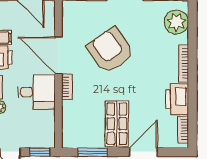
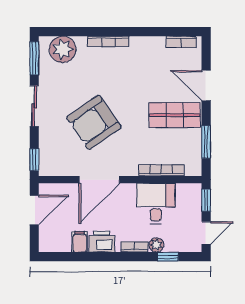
bookcase: (67, 87) -> (161, 170), moved, width x1.56
desk: (37, 92) -> (156, 204), moved
printer: (177, 99) -> (148, 48), removed

